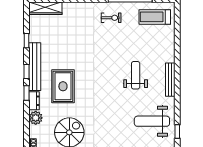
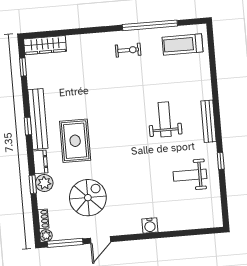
window: (26, 41) -> (23, 67), moved
window: (26, 93) -> (33, 184), moved
weight bench: (152, 121) -> (190, 175), width x0.73, depth x0.75
window: (177, 132) -> (221, 161), moved

